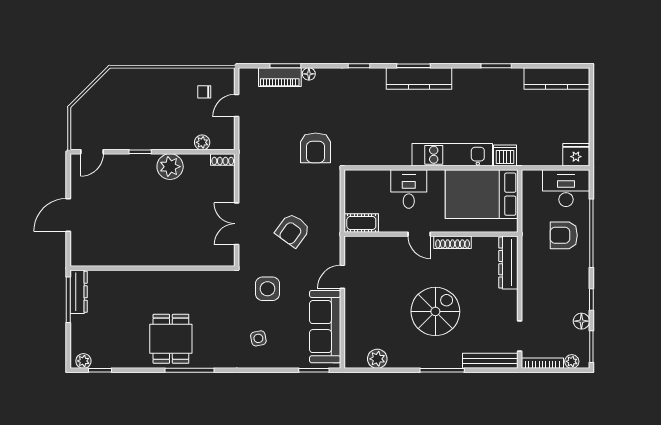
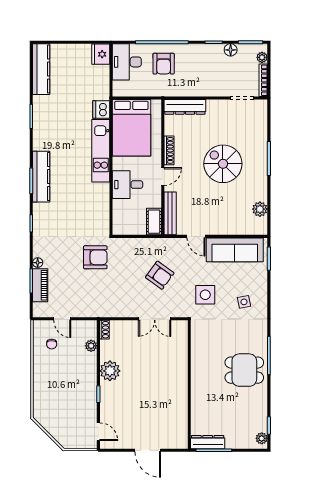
bench: (490, 361) -> (170, 213), moved

